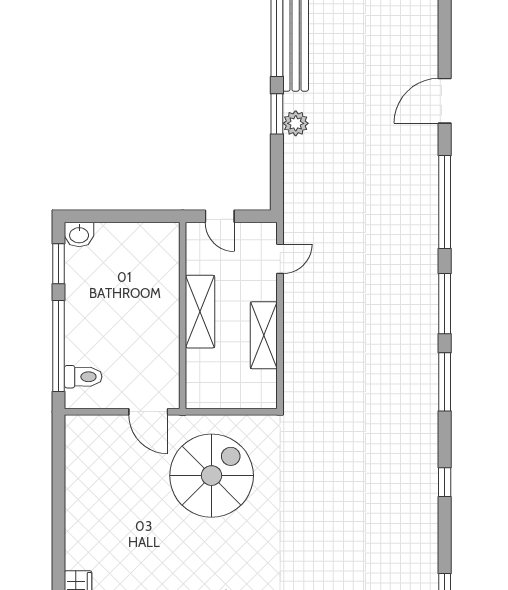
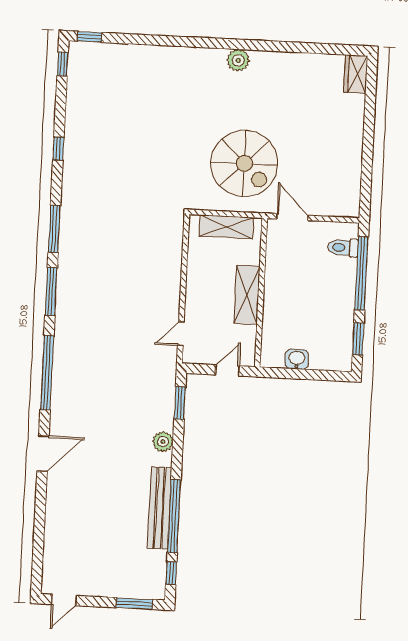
window: (277, 114) -> (180, 403), moved
door: (220, 216) -> (227, 370), hinge flipped
washbasin: (79, 235) -> (297, 359), moved
shelving: (264, 335) -> (226, 227), moved, turned 90
spiral stairs: (212, 476) -> (244, 163), turned -90

